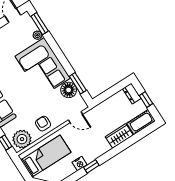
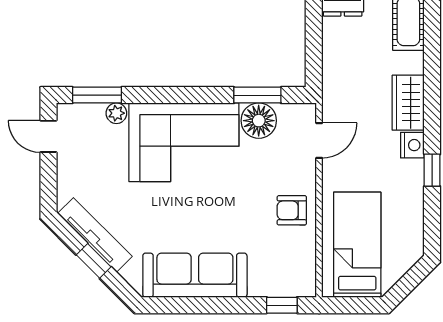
wardrobe: (119, 136) -> (408, 103), moved
plant: (22, 139) -> (296, 269), removed
nightstand: (80, 164) -> (412, 145), moved

